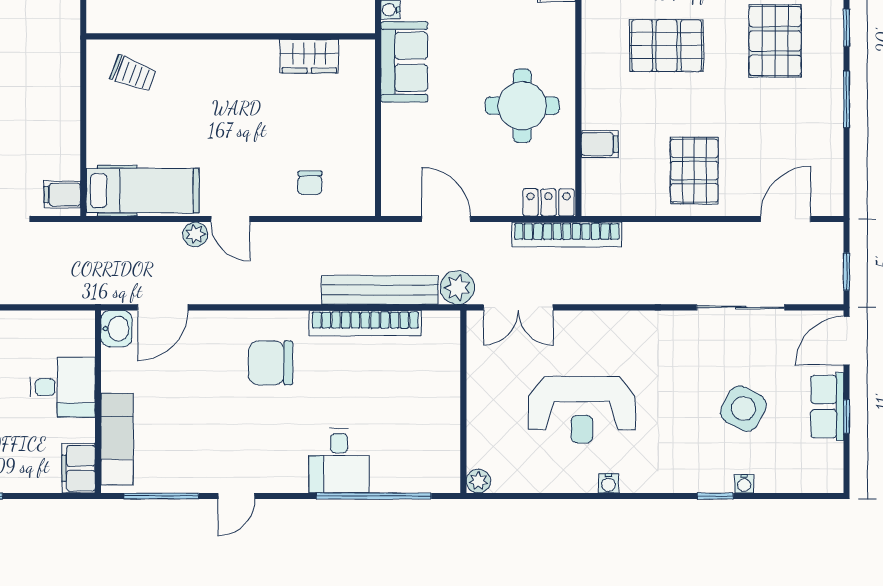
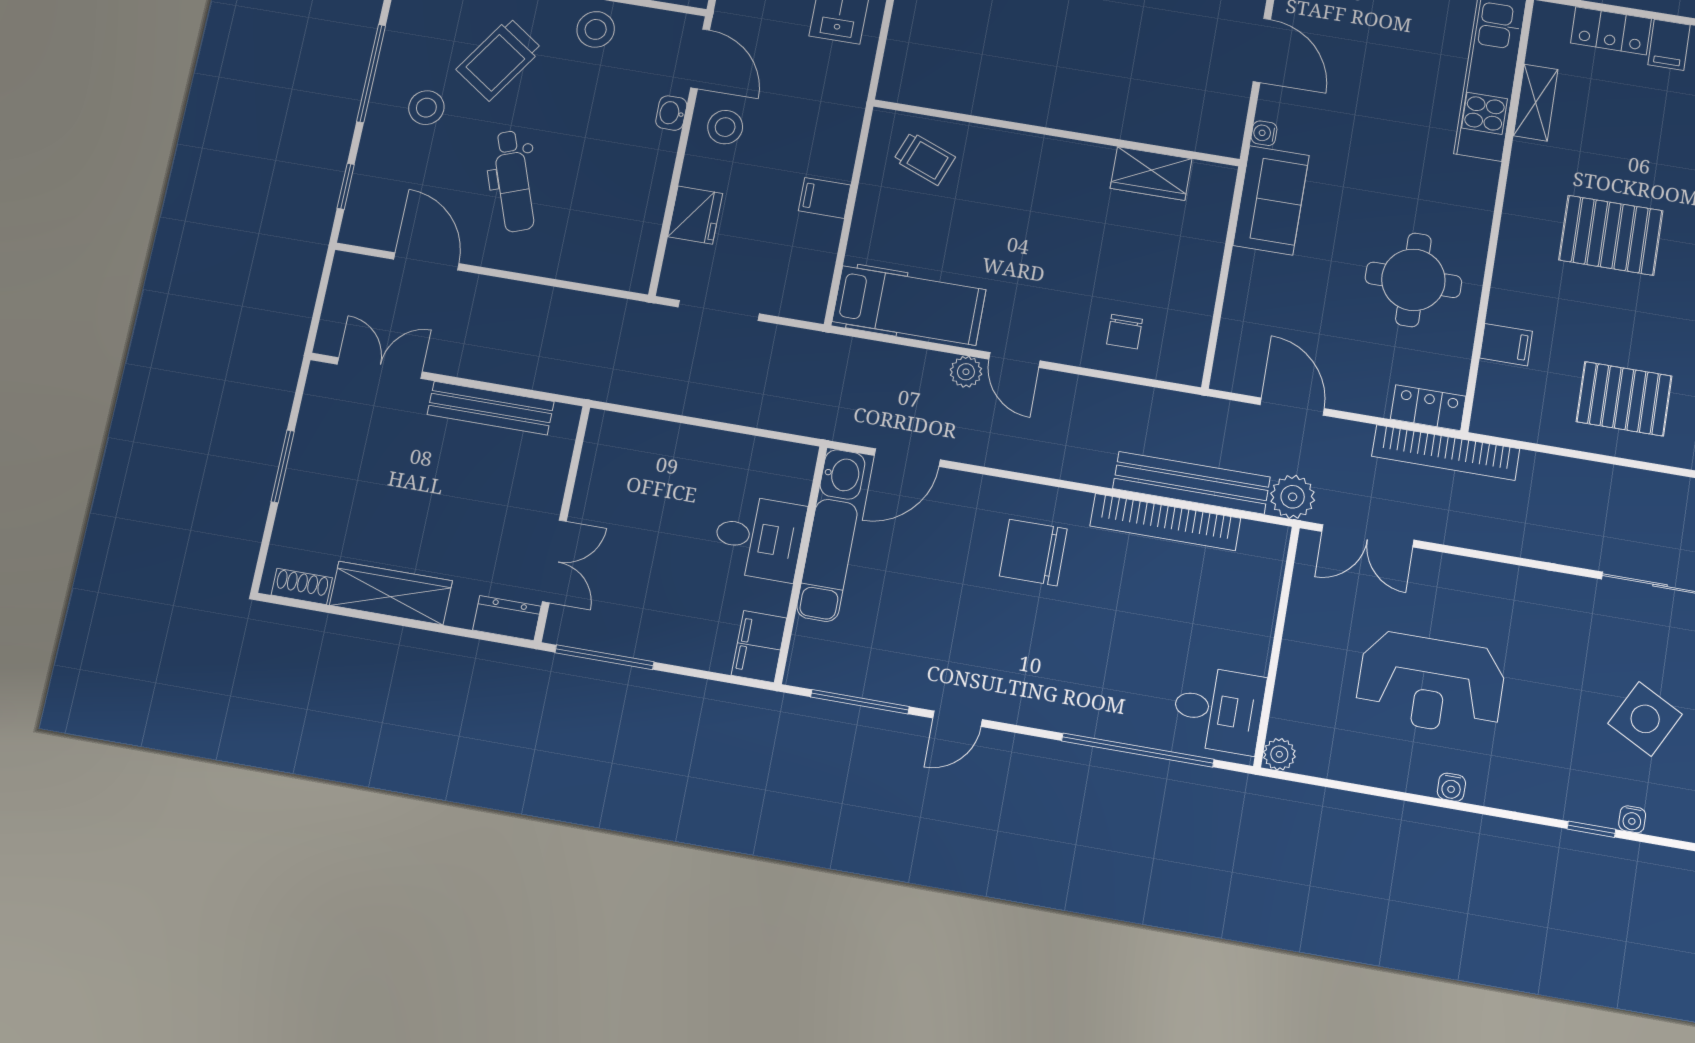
pallet: (694, 171) -> (1624, 399), turned 90
filing cabinet: (62, 195) -> (825, 198), moved
exam couch: (117, 439) -> (827, 560), moved
desk: (339, 461) -> (1218, 710), moved, turned -90

